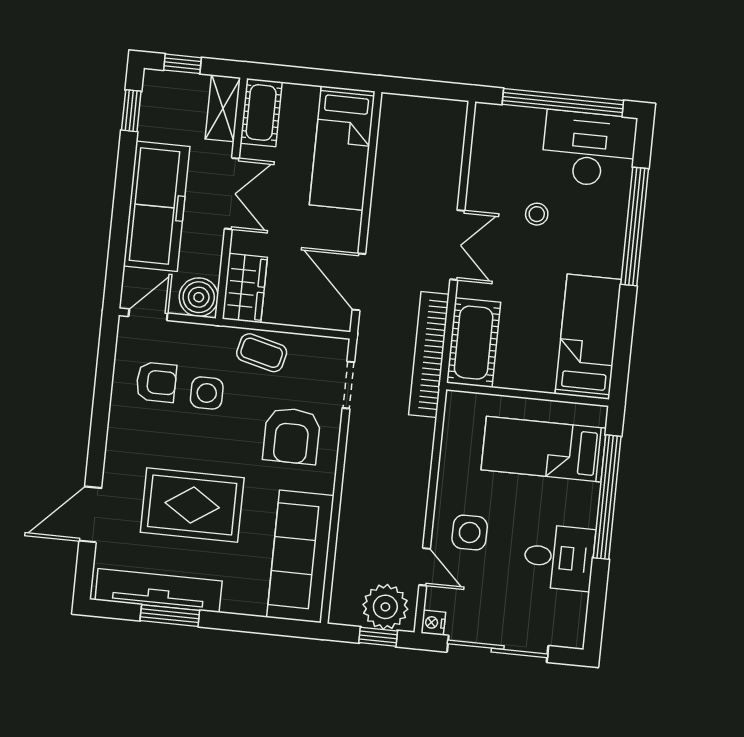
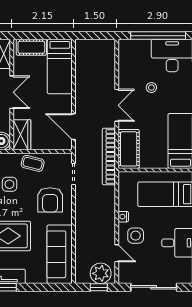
cot: (261, 113) -> (31, 47), moved, turned 90
nightstand: (433, 623) -> (123, 217), moved

